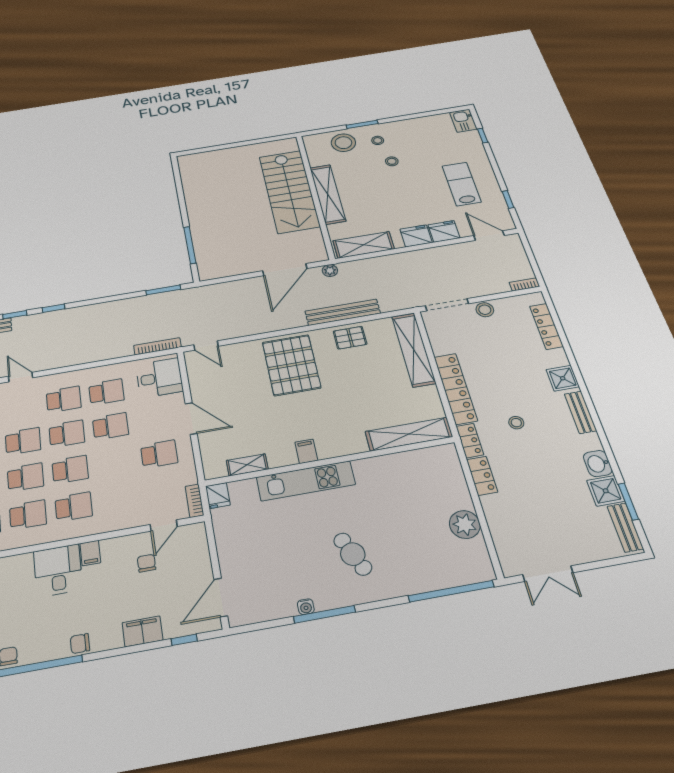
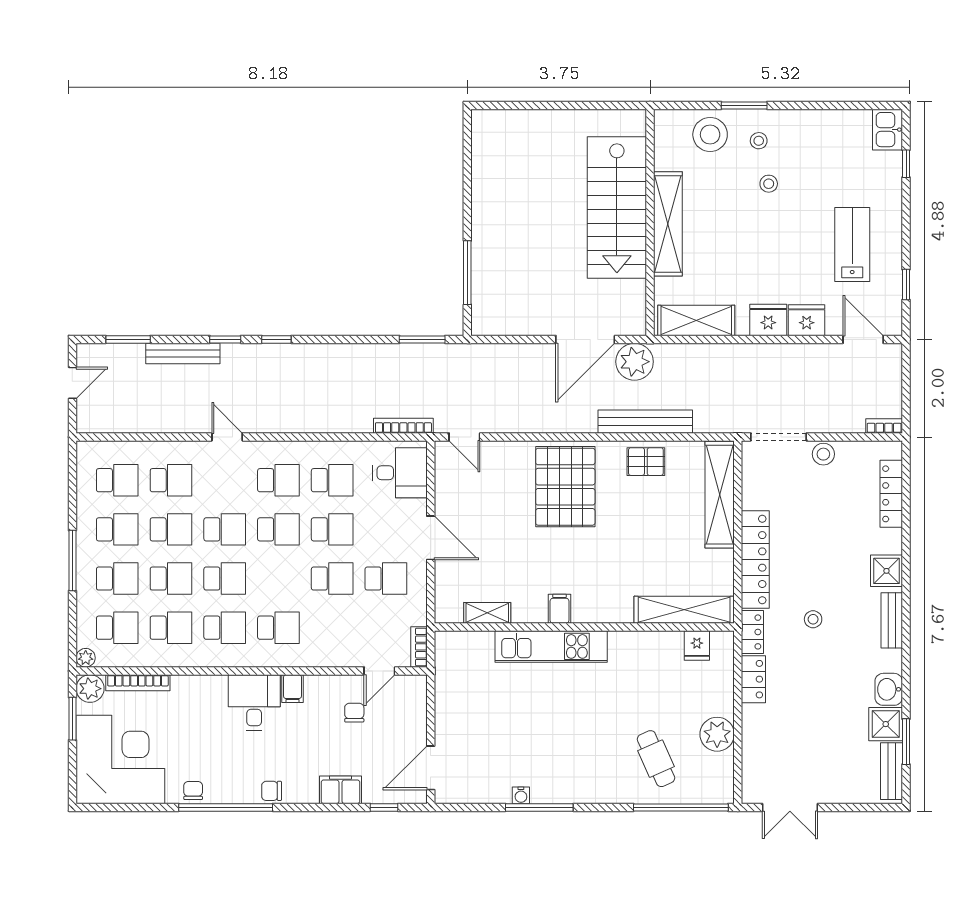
plant: (330, 271) -> (635, 362), width x1.88, depth x1.88
school desk: (70, 469) -> (332, 579), moved
fridge: (218, 496) -> (697, 646), moved
cafe table: (353, 554) -> (656, 759), moved

